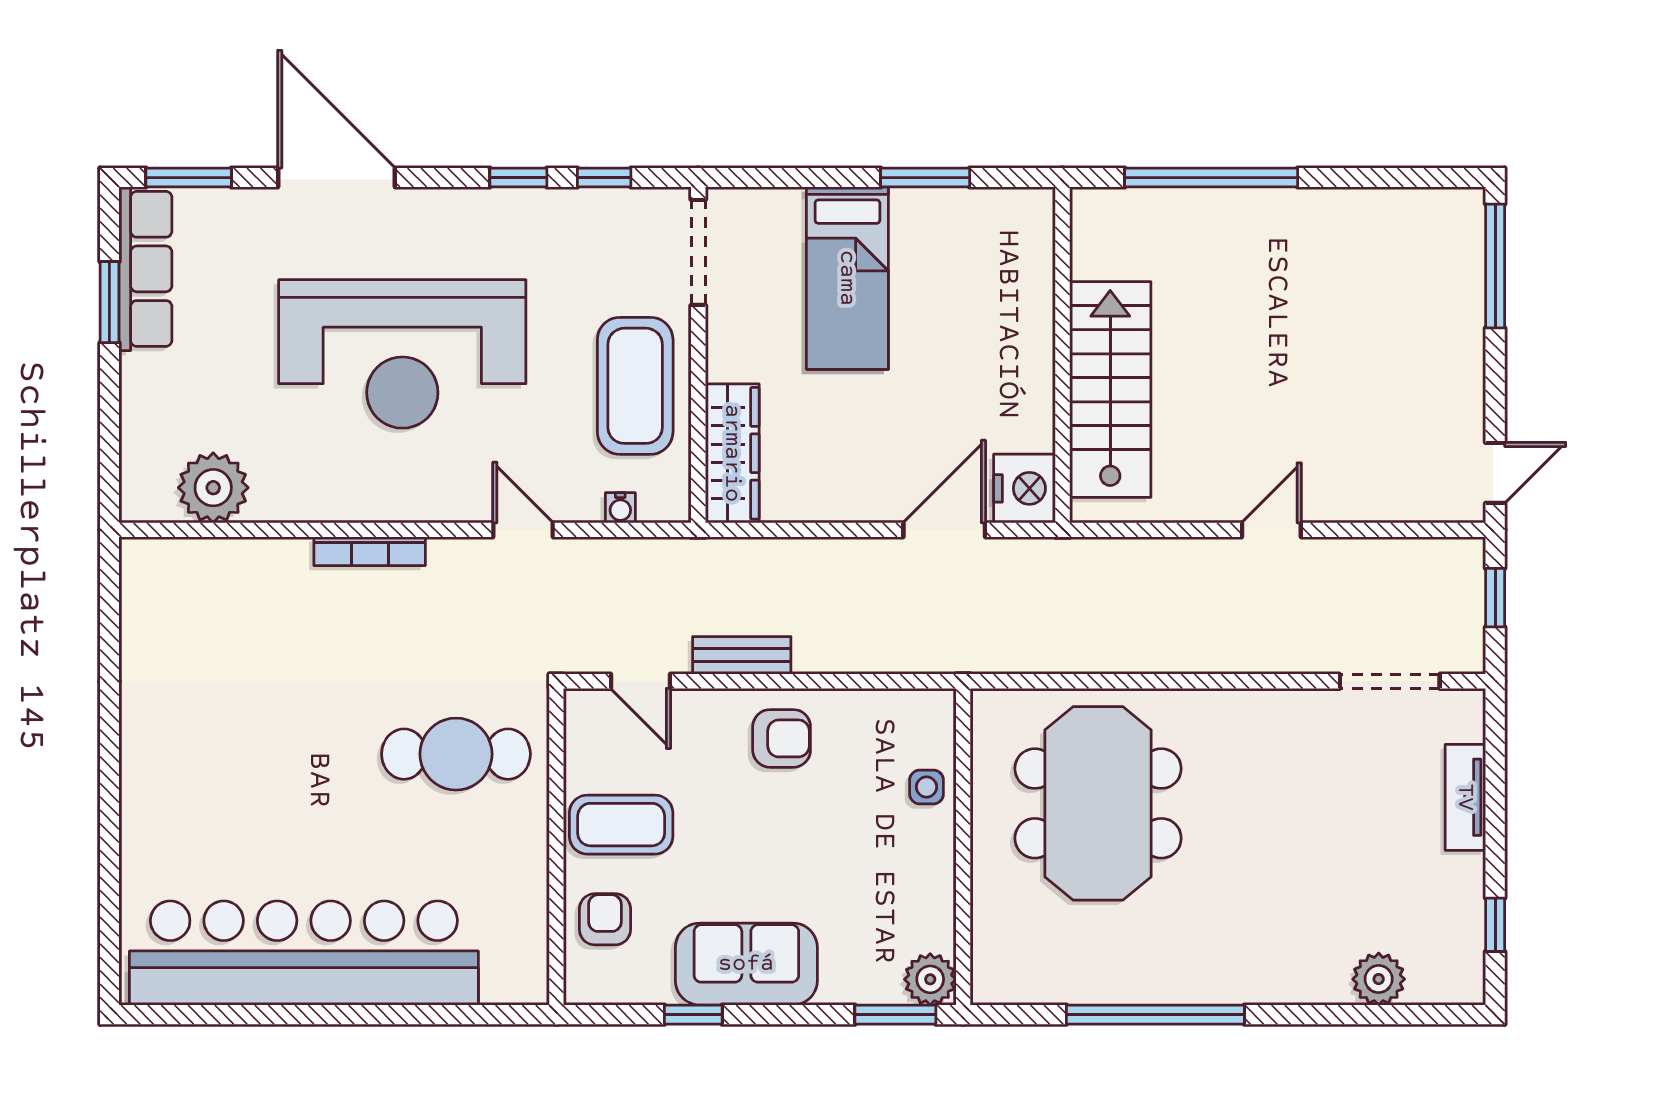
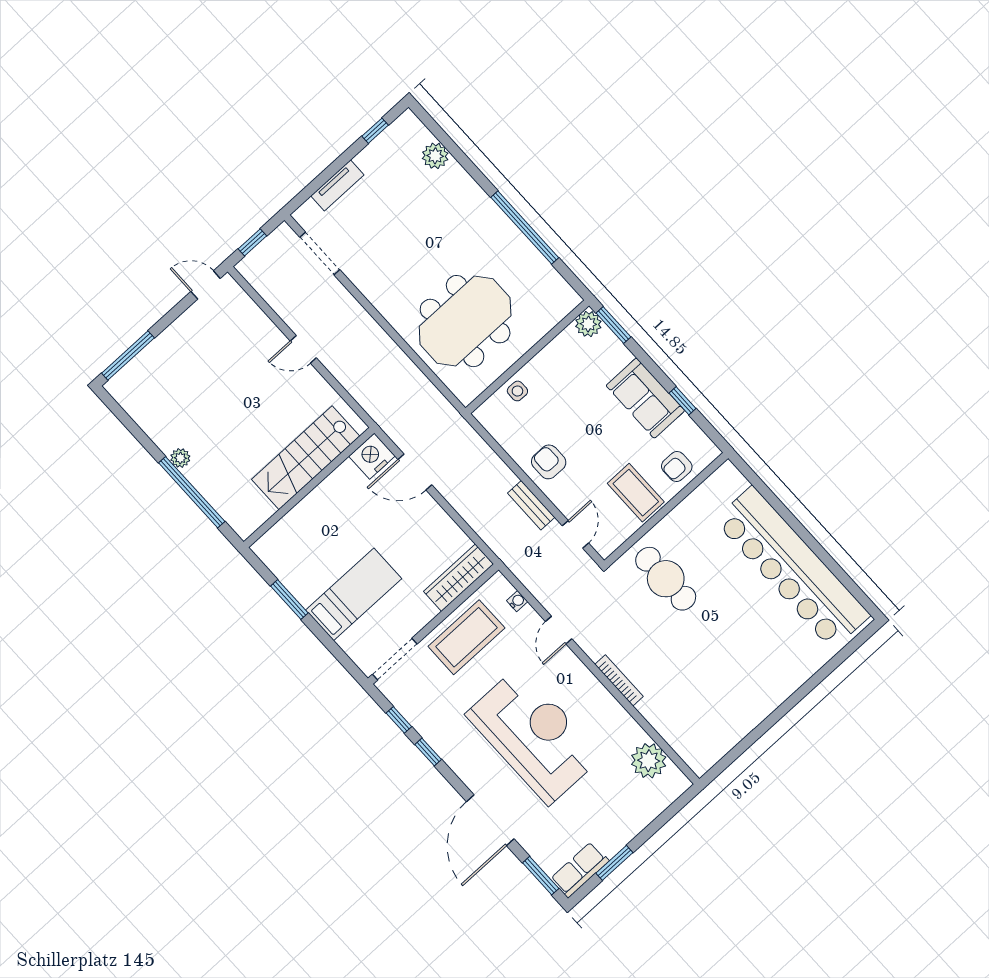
plant: (1276, 206) -> (180, 458), added
row of seats: (145, 269) -> (580, 870), width x0.68

